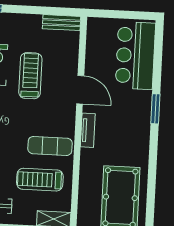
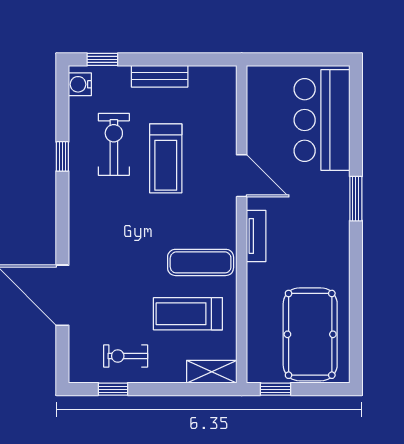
bench: (62, 23) -> (160, 76), moved
treadmill: (30, 76) -> (166, 158), turned 180

